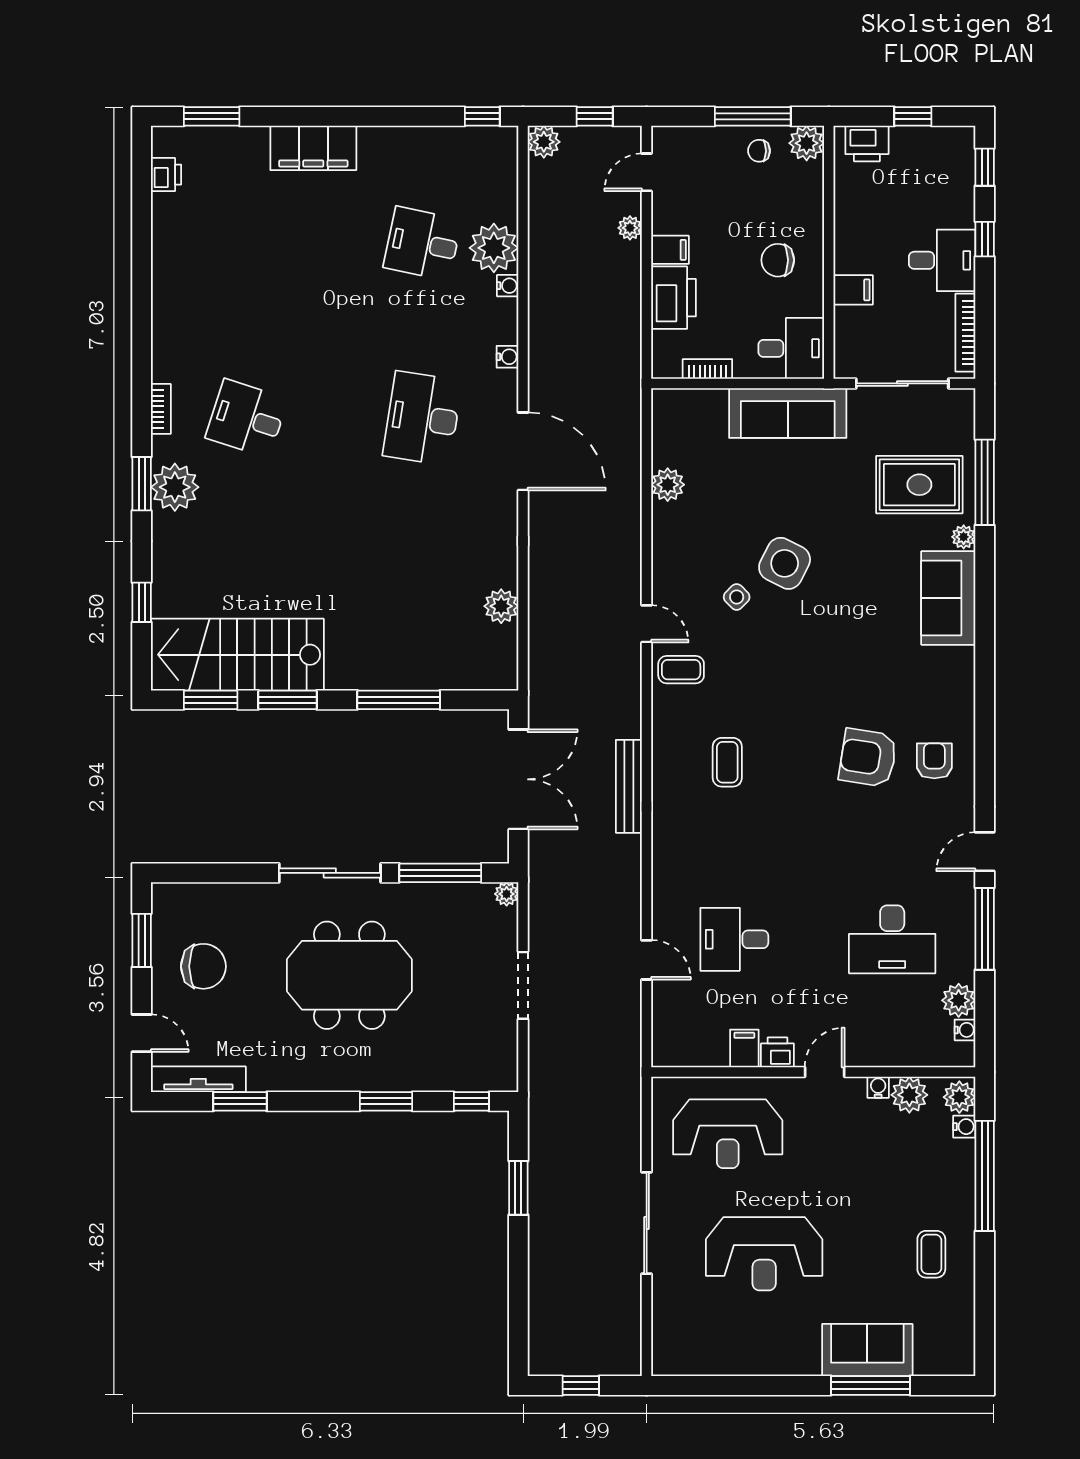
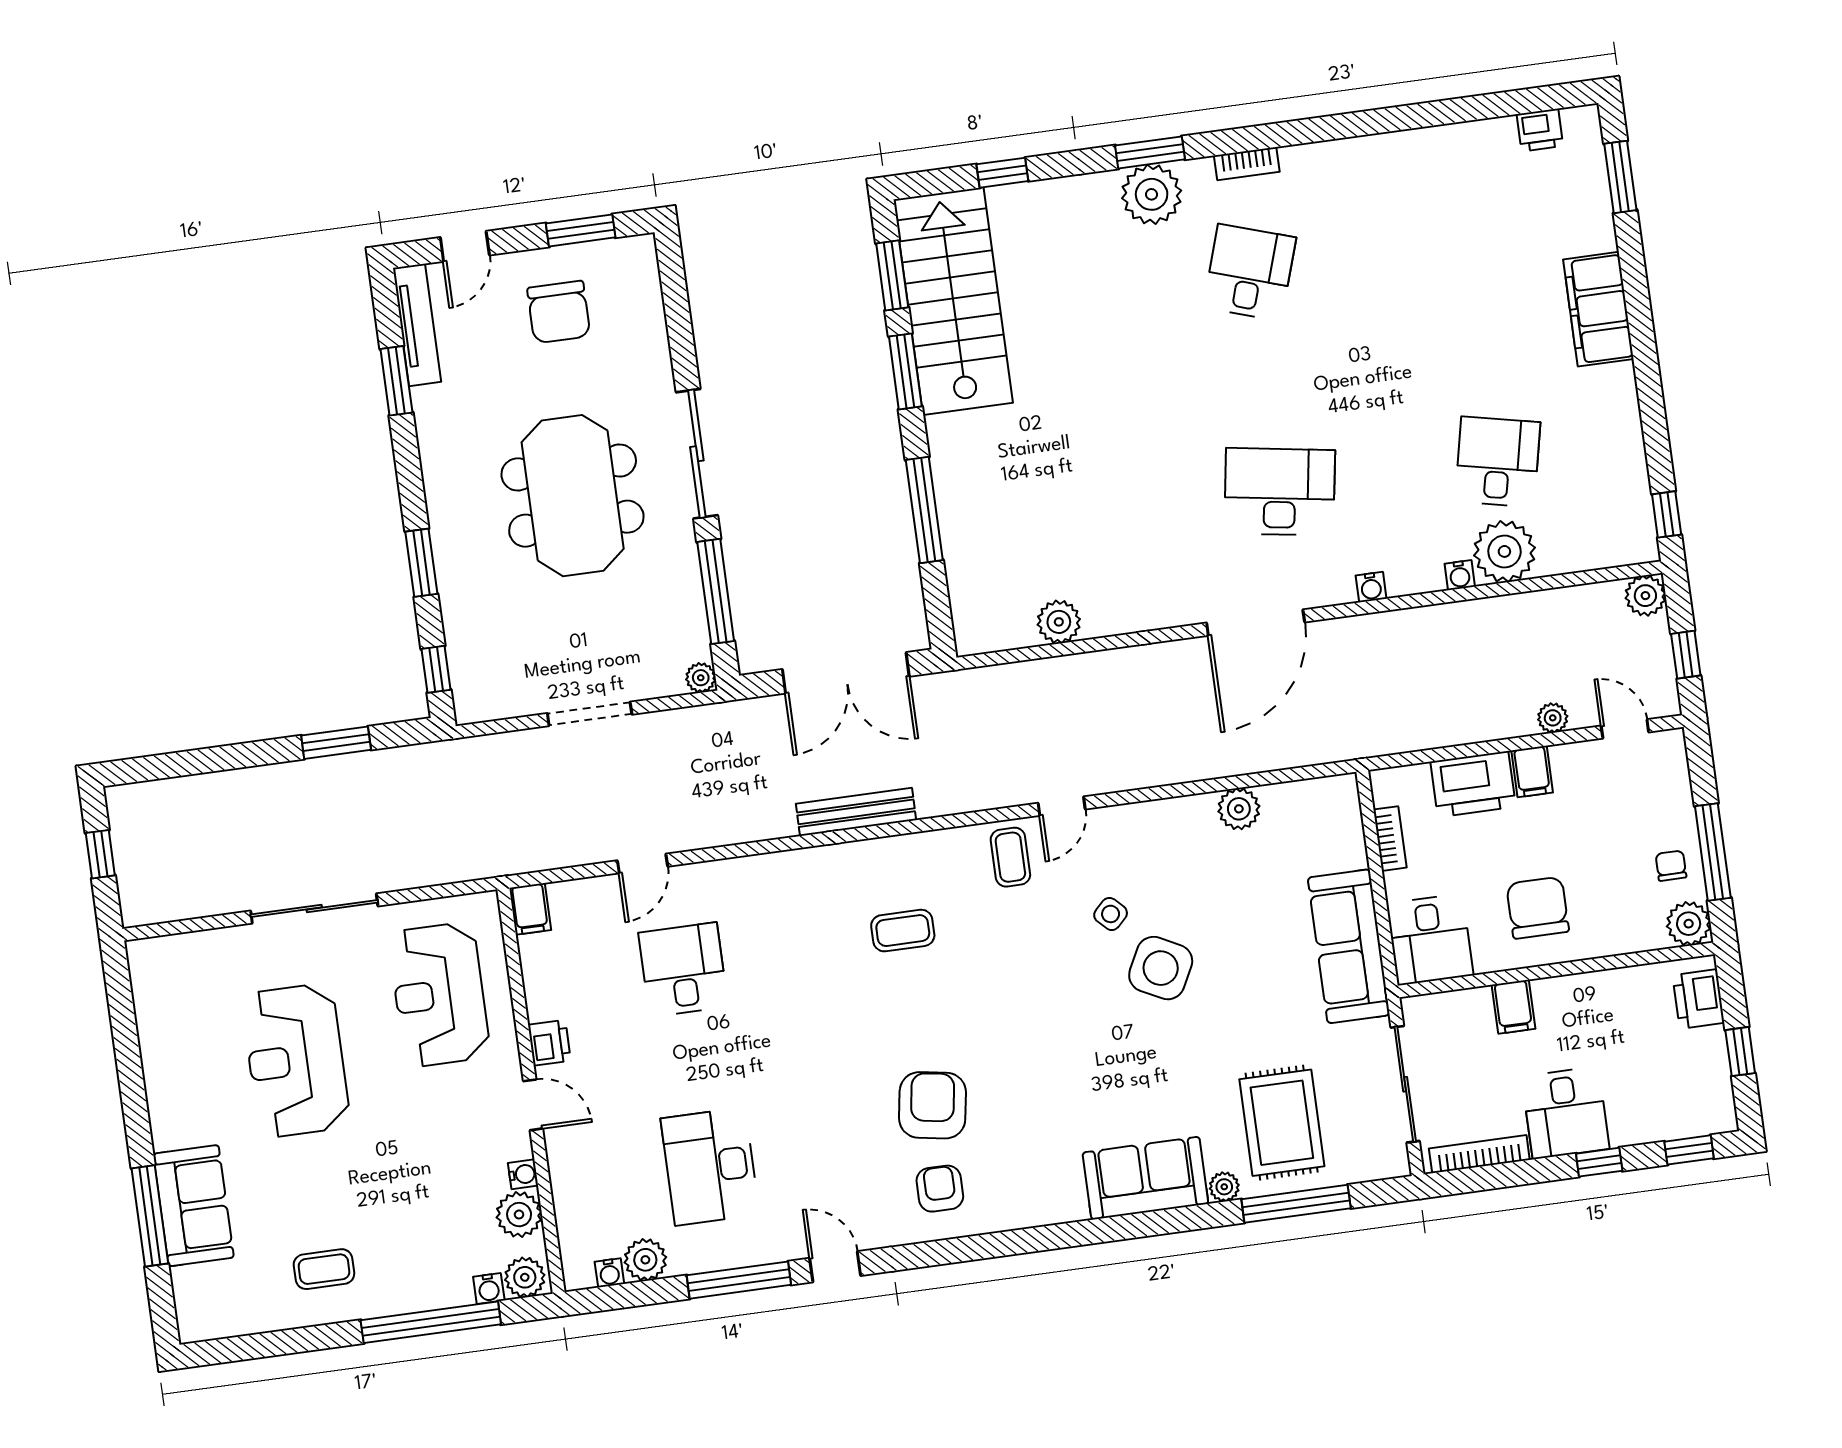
chair: (778, 260) -> (1538, 908), width x1.37, depth x1.37
armchair: (934, 761) -> (940, 1189), turned -90
filing cabinet: (744, 1048) -> (530, 909), moved, turned 90

